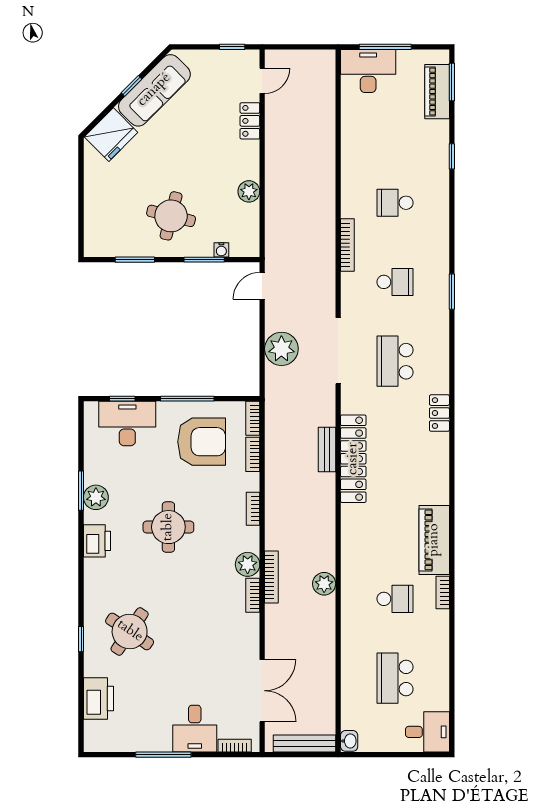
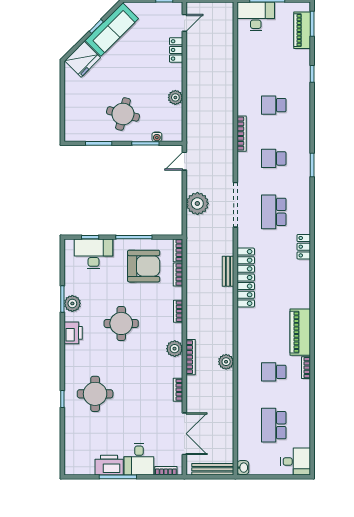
school desk: (395, 282) -> (274, 158), turned 180
bookcase: (253, 595) -> (178, 390), moved
school desk: (395, 599) -> (274, 372), turned 180
round table: (130, 631) -> (95, 394), turned -34
printer: (98, 698) -> (109, 465), moved, turned -90

